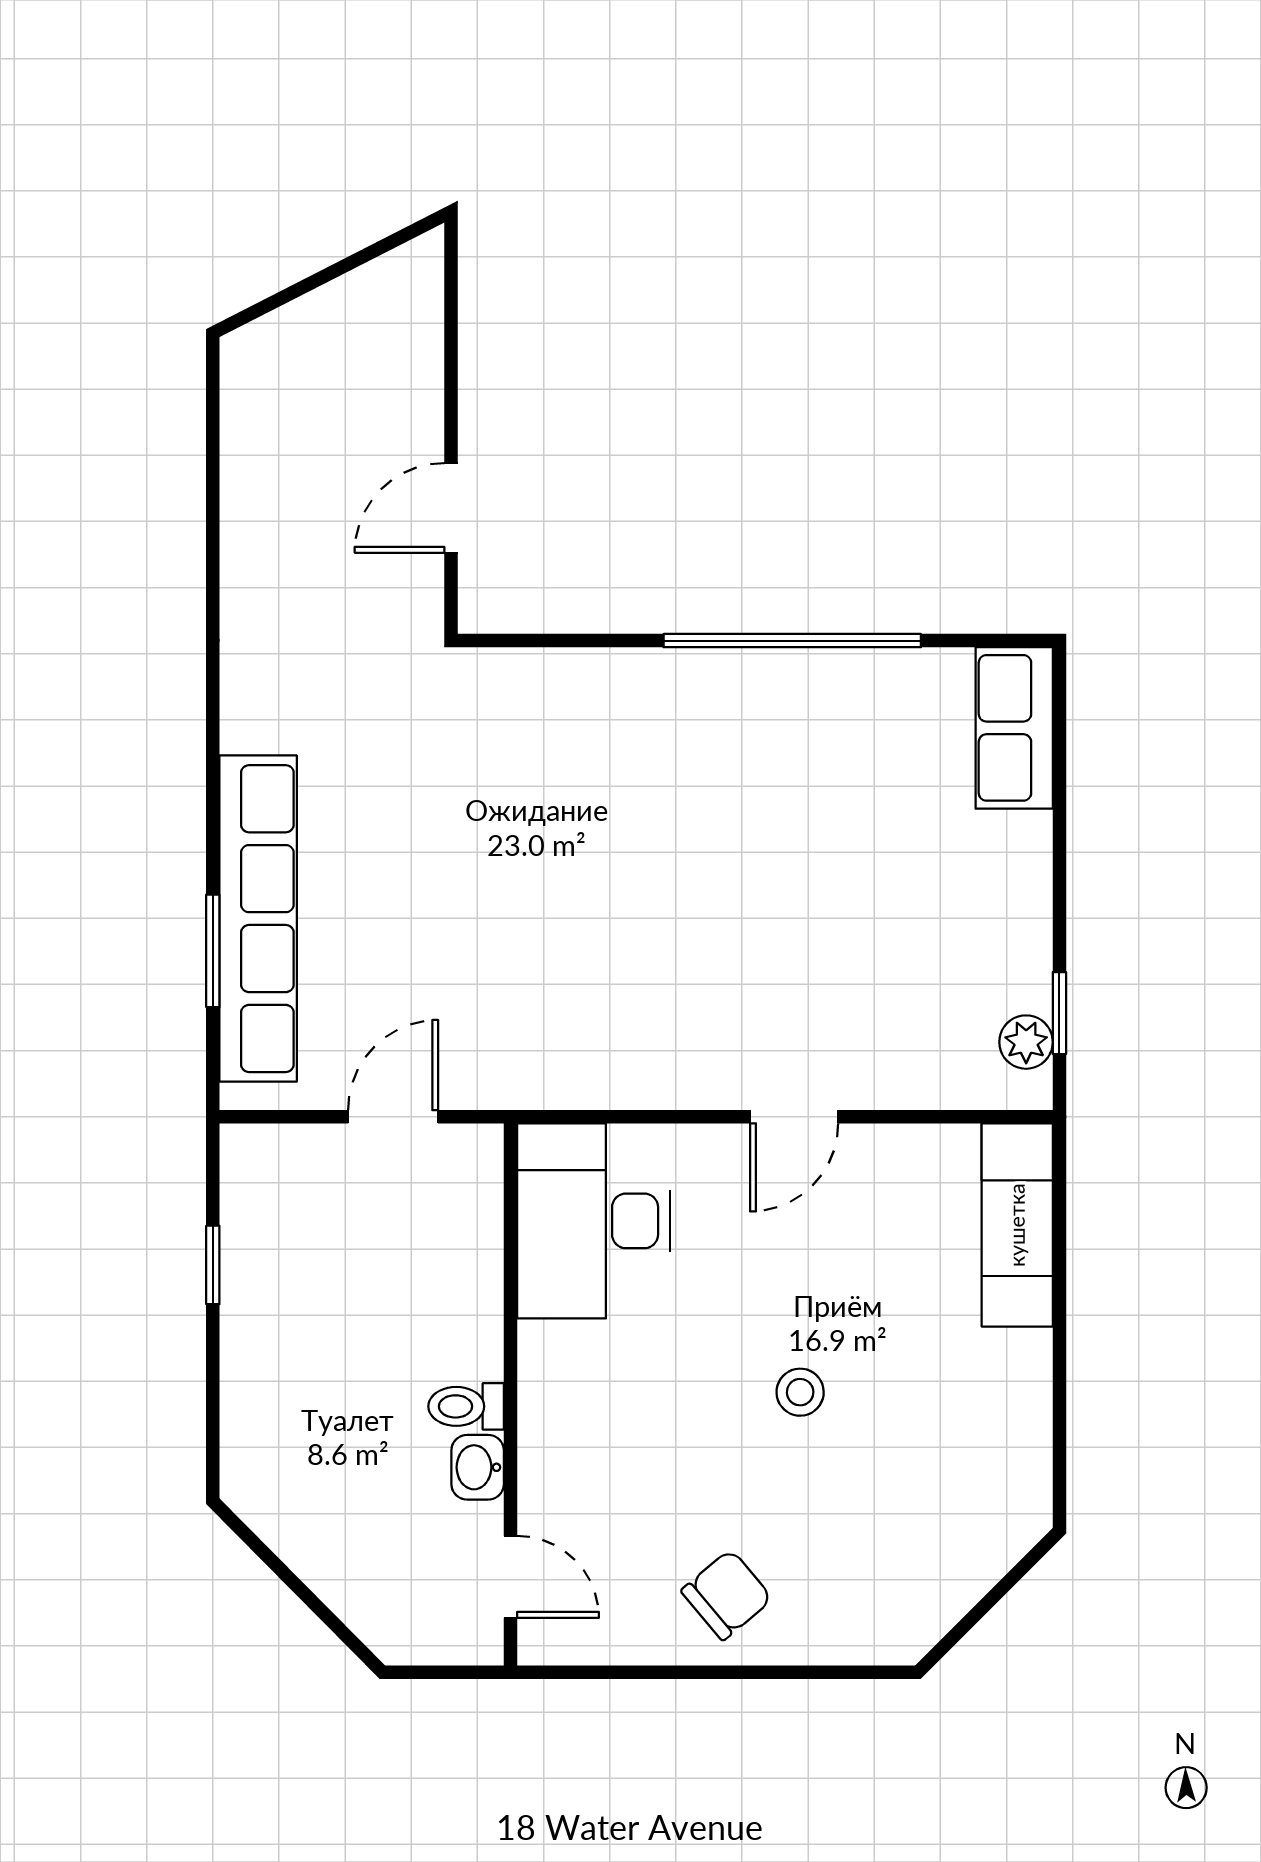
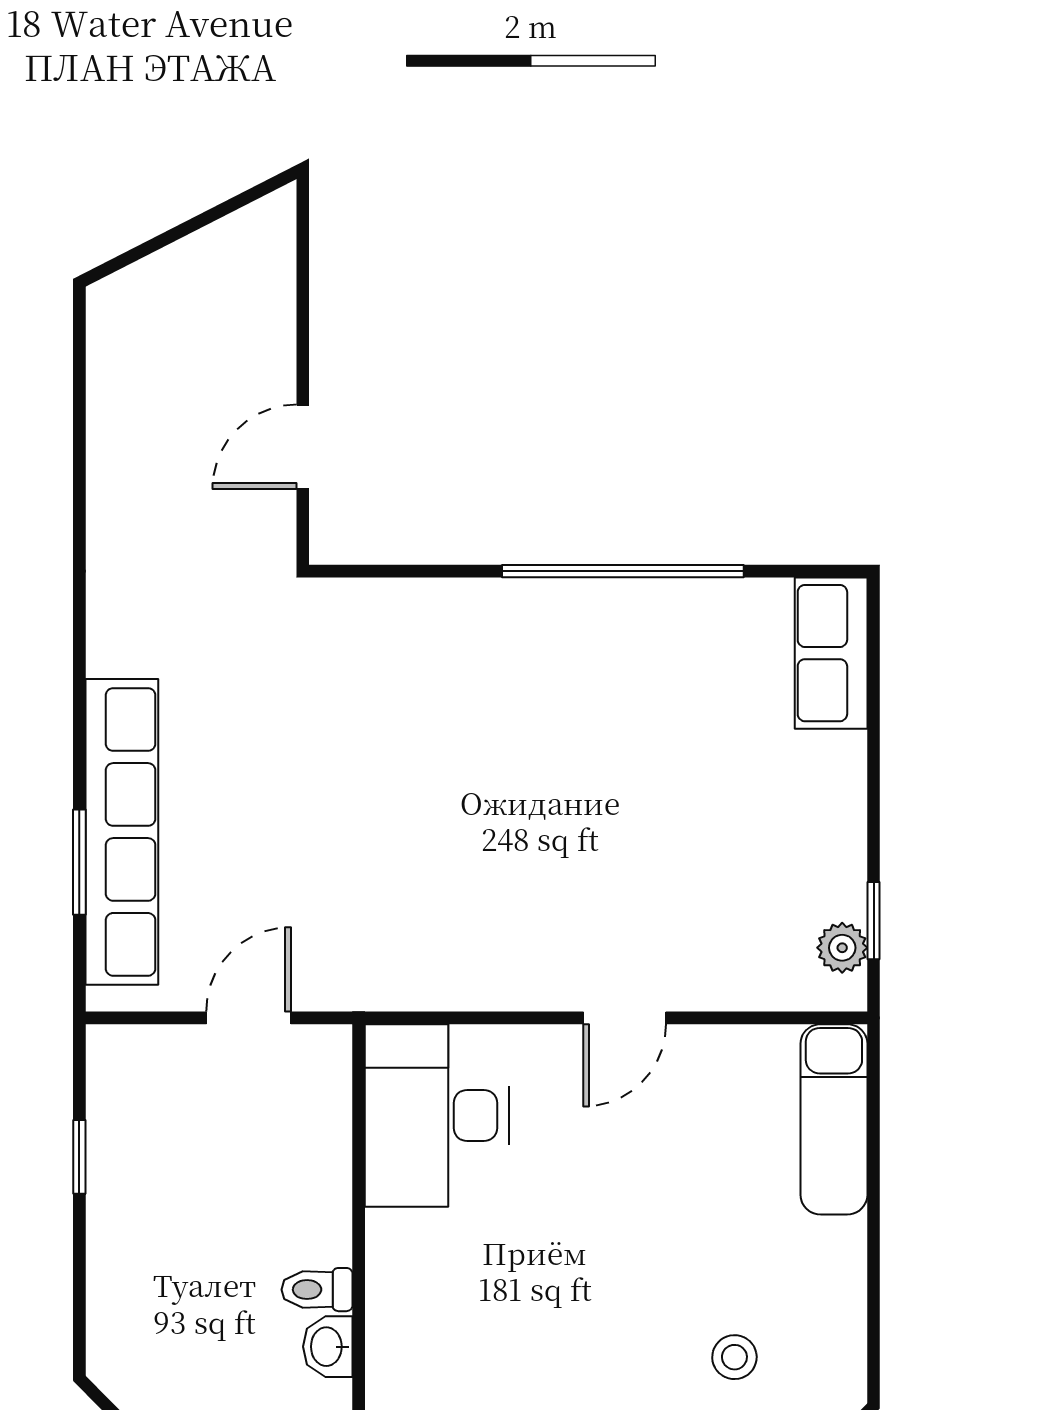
stool: (800, 1392) -> (734, 1357), moved

